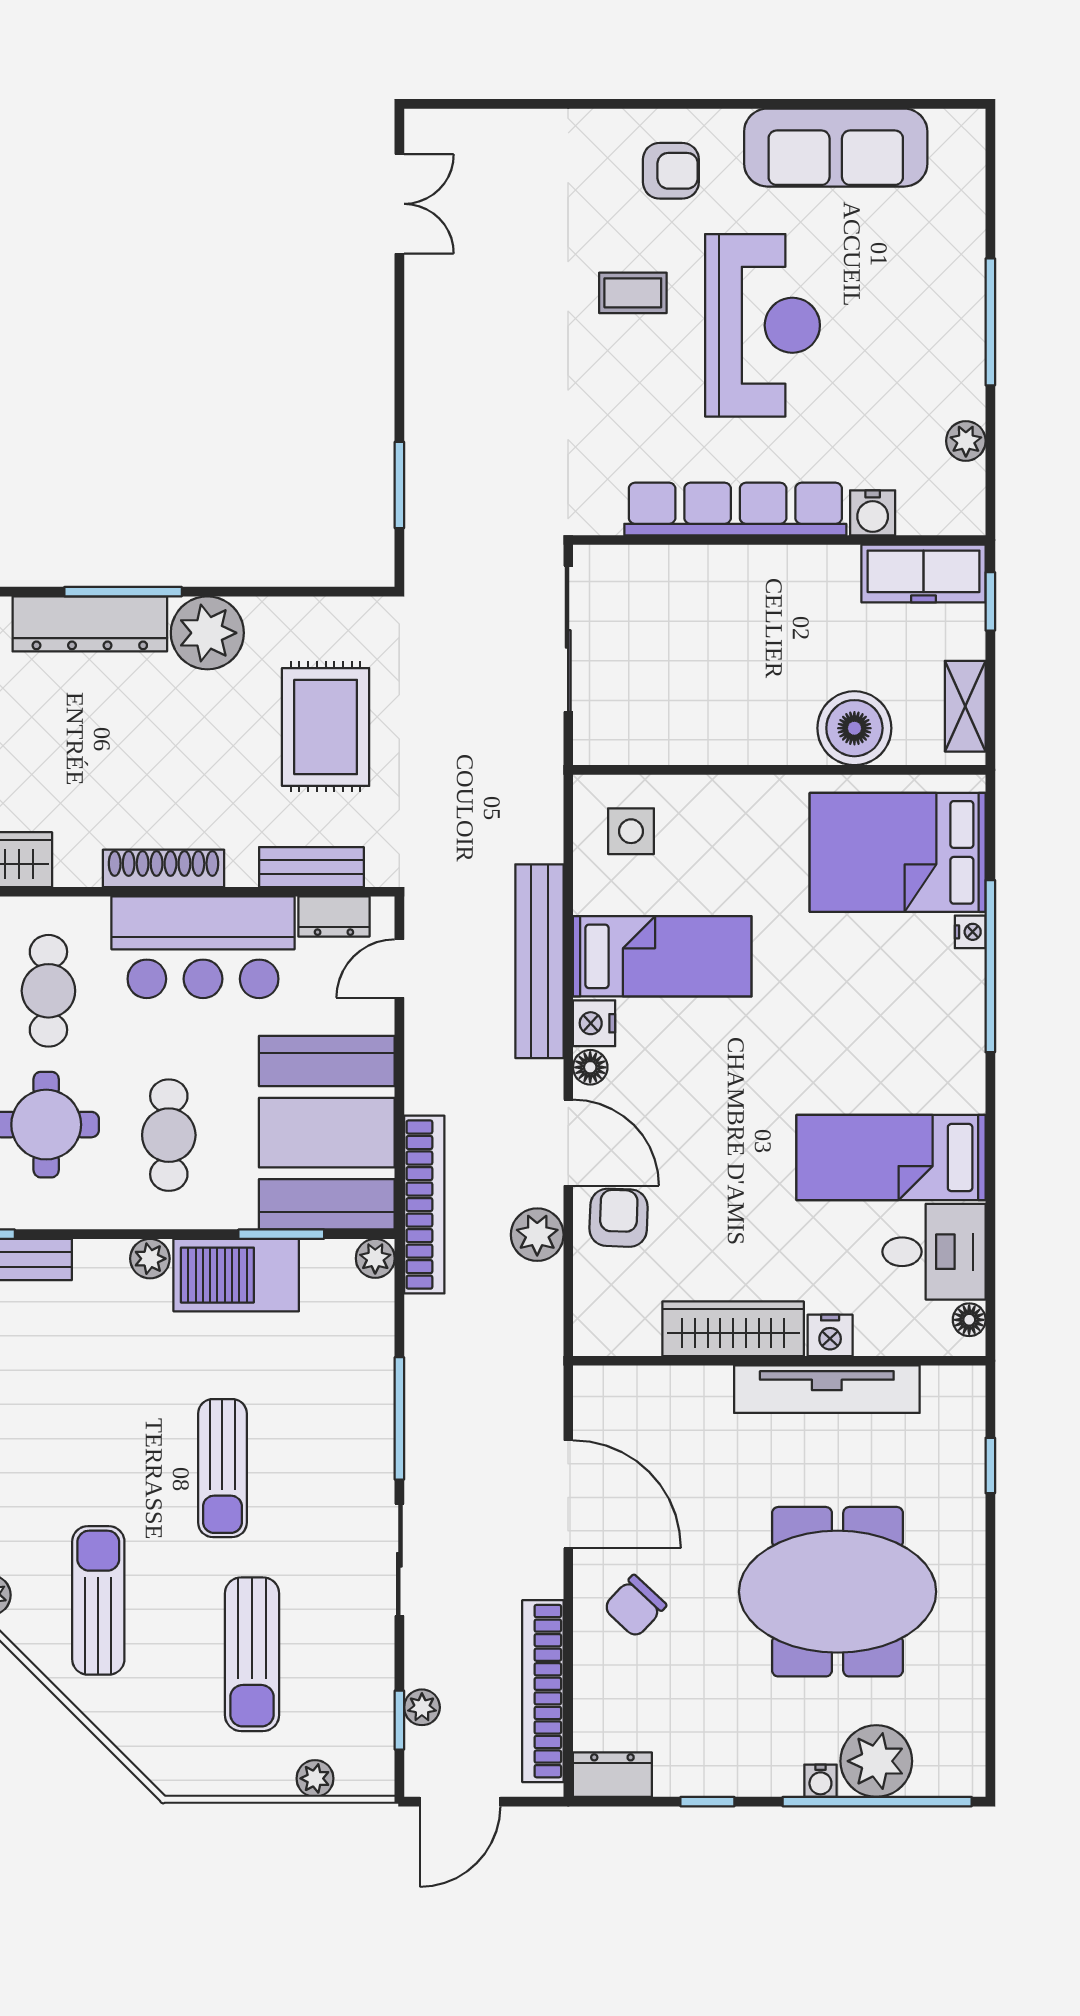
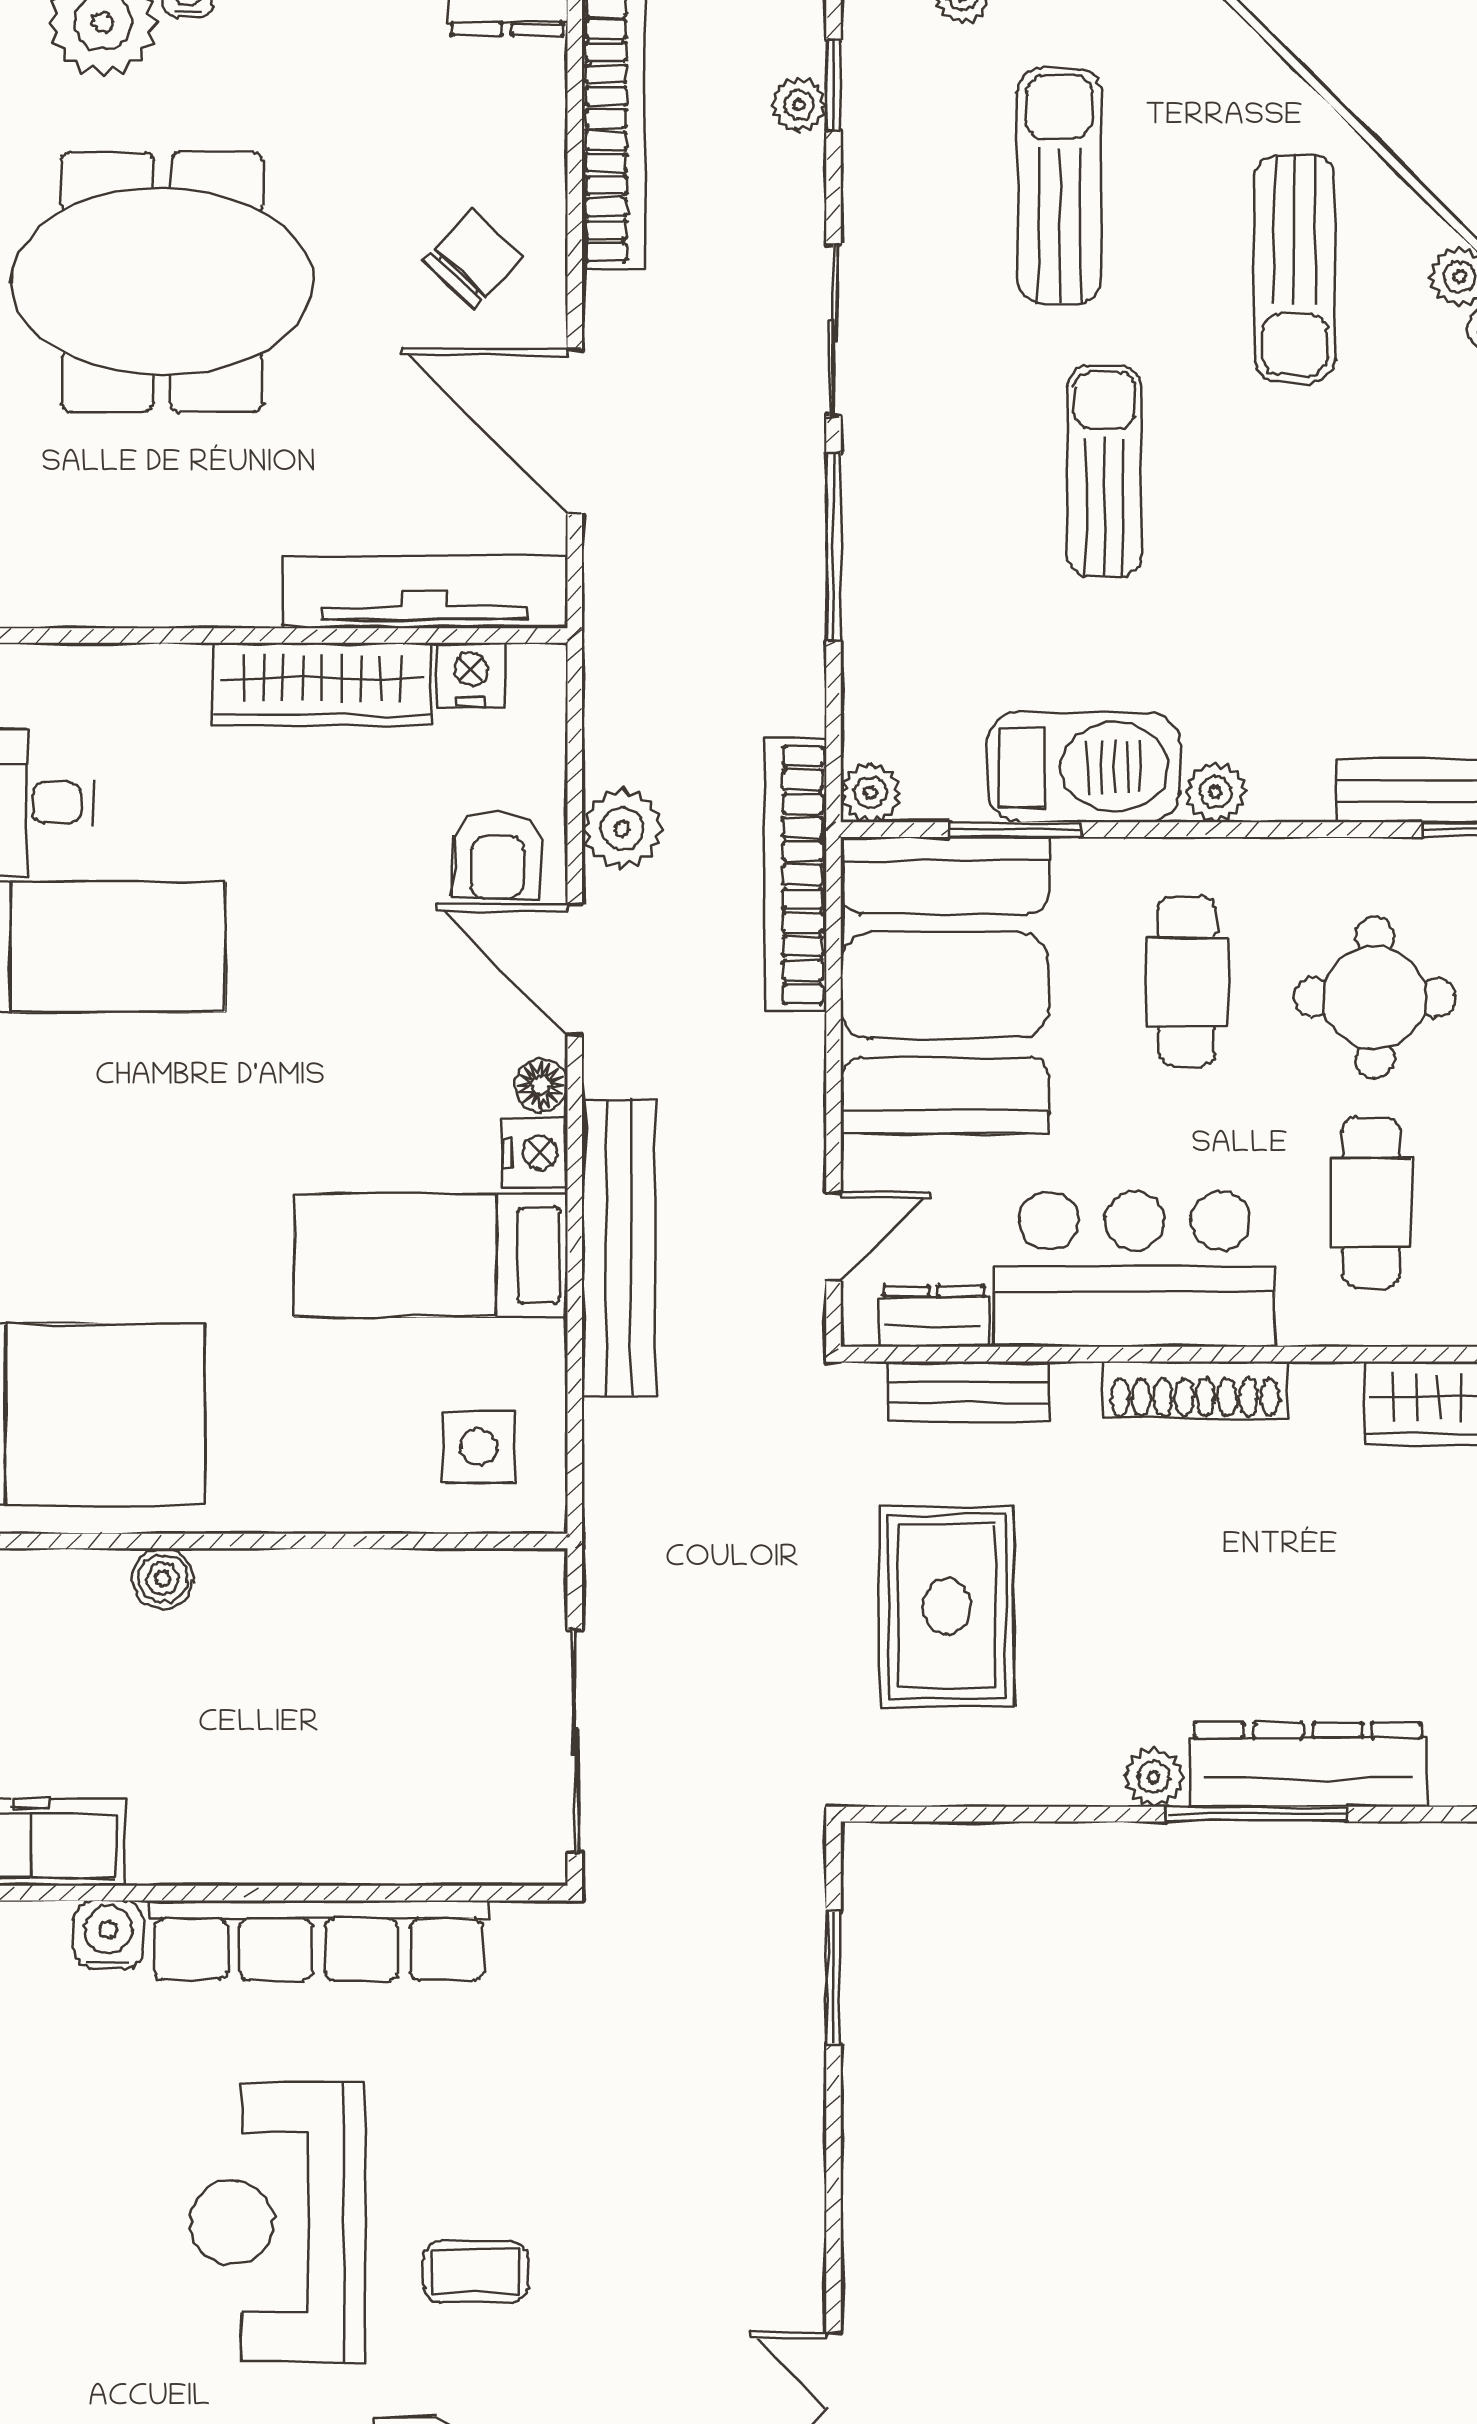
plant: (207, 633) -> (1154, 1777), width x0.53, depth x0.53
boiler: (854, 728) -> (163, 1579), width x0.54, depth x0.54
nightstand: (830, 1335) -> (471, 674), moved
tv unit: (827, 1389) -> (424, 592), moved

